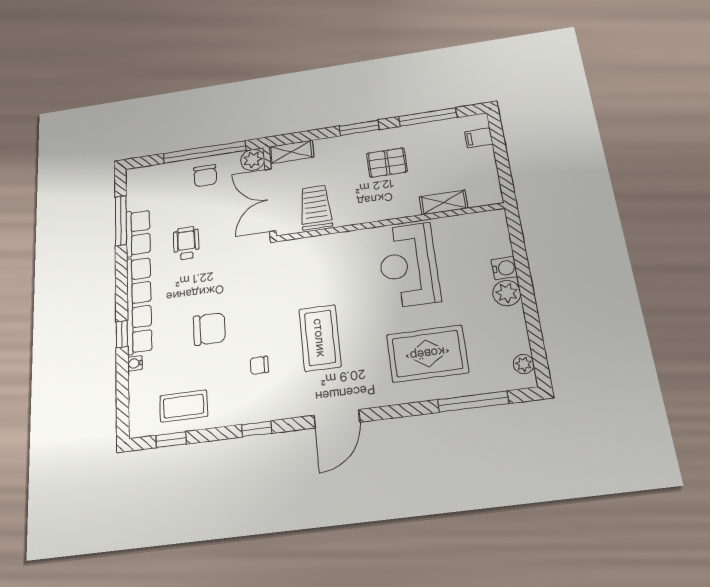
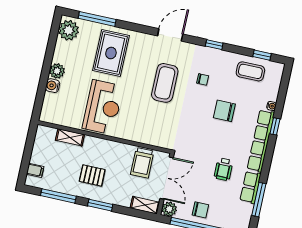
chair: (205, 176) -> (200, 210), turned 90
rug: (427, 354) -> (111, 53), turned 90
plant: (524, 364) -> (69, 30), width x1.88, depth x1.88

